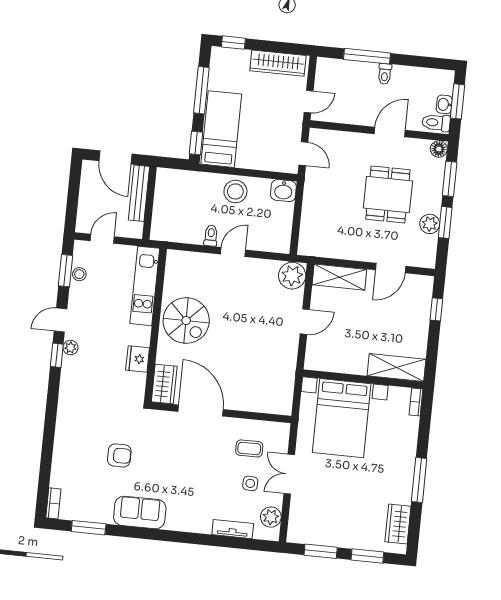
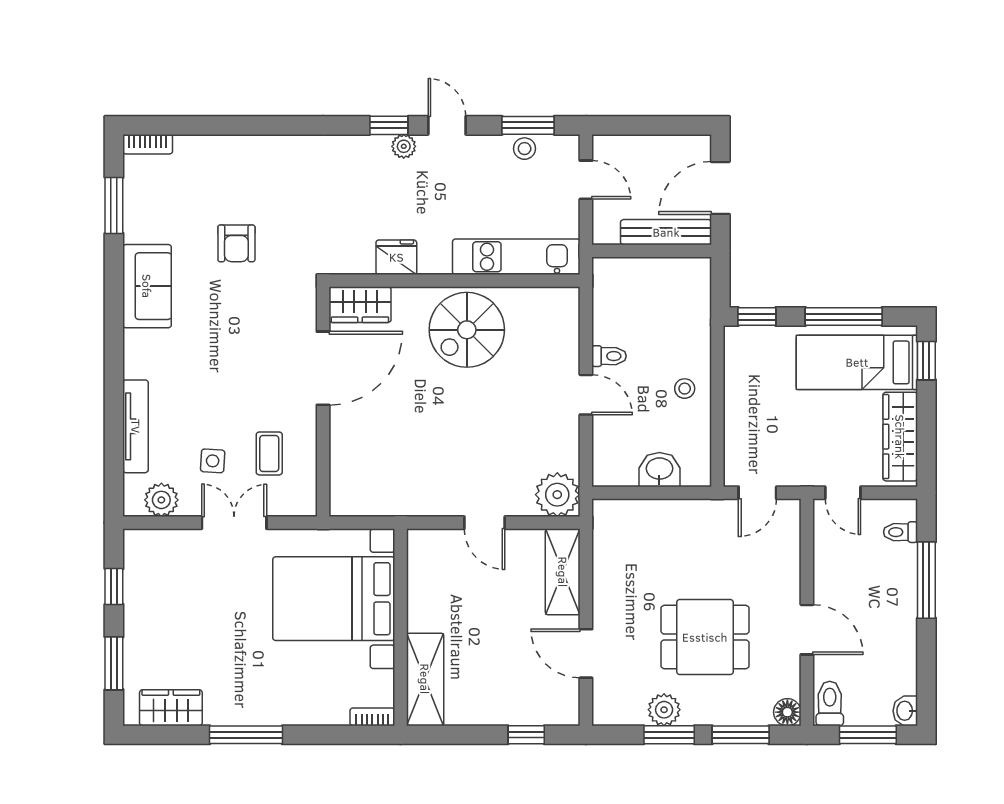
toilet: (385, 74) -> (901, 532), moved
washbasin: (444, 104) -> (905, 711), moved, turned -90
bed: (221, 129) -> (857, 362), moved, turned 180
stool: (235, 191) -> (685, 389), width x0.53, depth x0.53
washbasin: (283, 191) -> (659, 470), moved, turned 90
tv unit: (233, 529) -> (136, 426), width x1.41
window: (321, 551) -> (114, 587), width x0.67

